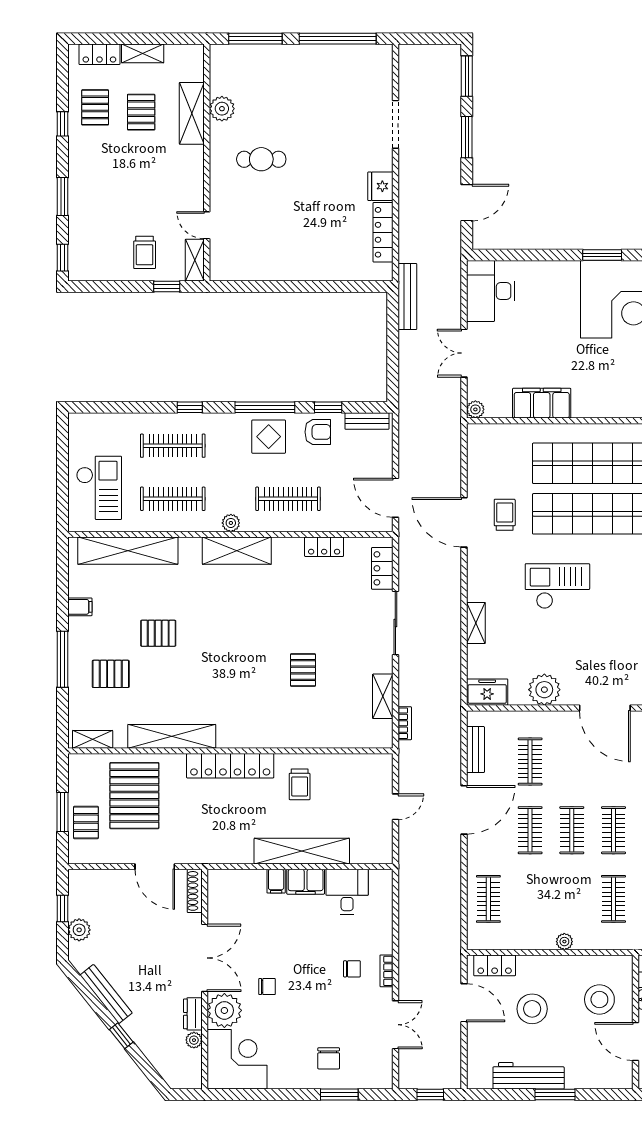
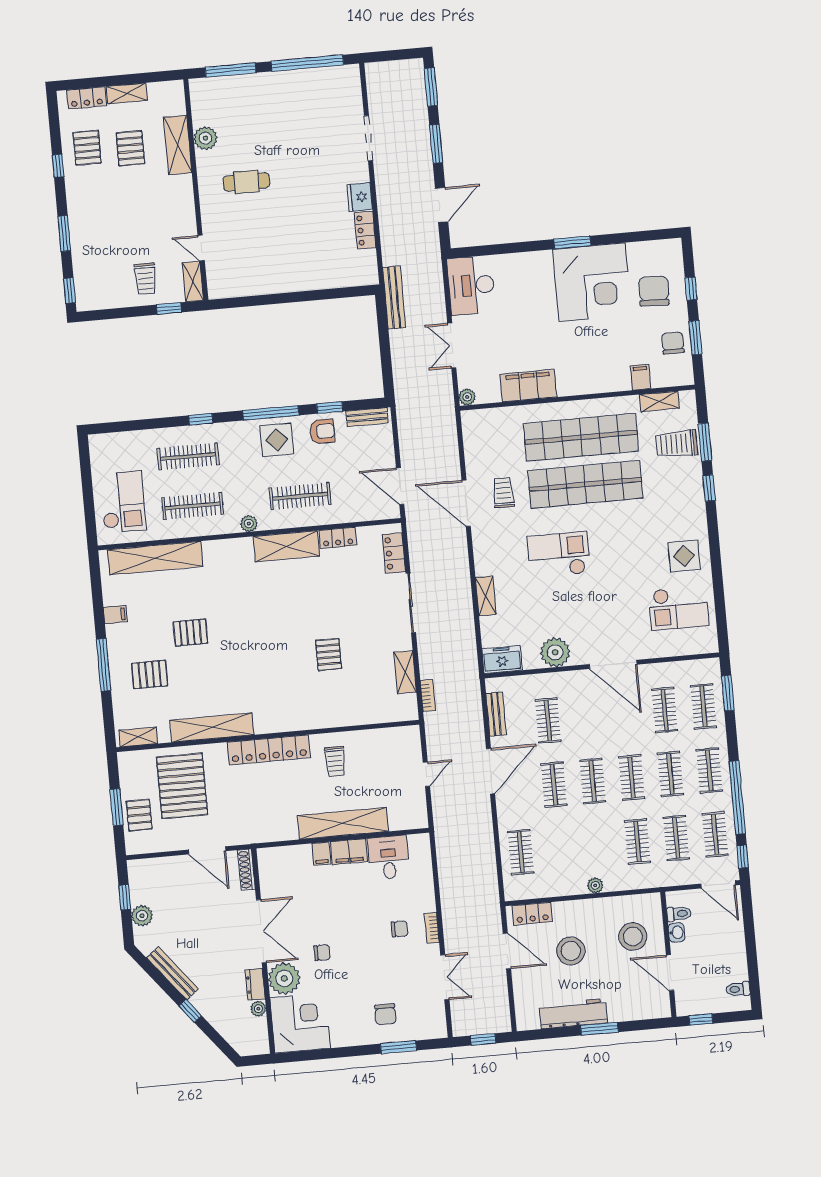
locker: (383, 232) -> (365, 230), width x0.66
shelving: (237, 551) -> (286, 546), moved

